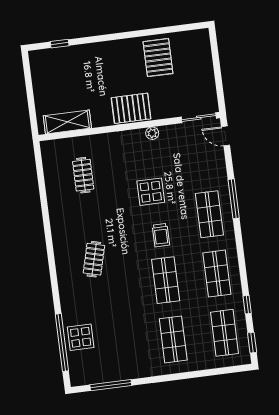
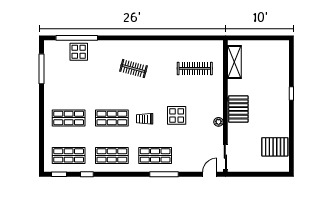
window: (60, 44) -> (291, 93), moved
pallet: (158, 58) -> (275, 147), moved
clothes rail: (83, 175) -> (195, 68), width x1.36

